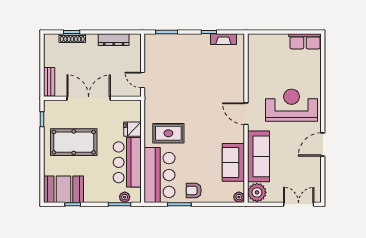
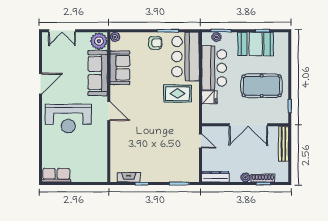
plant: (92, 39) -> (245, 177), added
dresser: (114, 40) -> (215, 177), moved
bench: (49, 82) -> (284, 144), width x1.36
booth: (63, 189) -> (256, 44), moved

